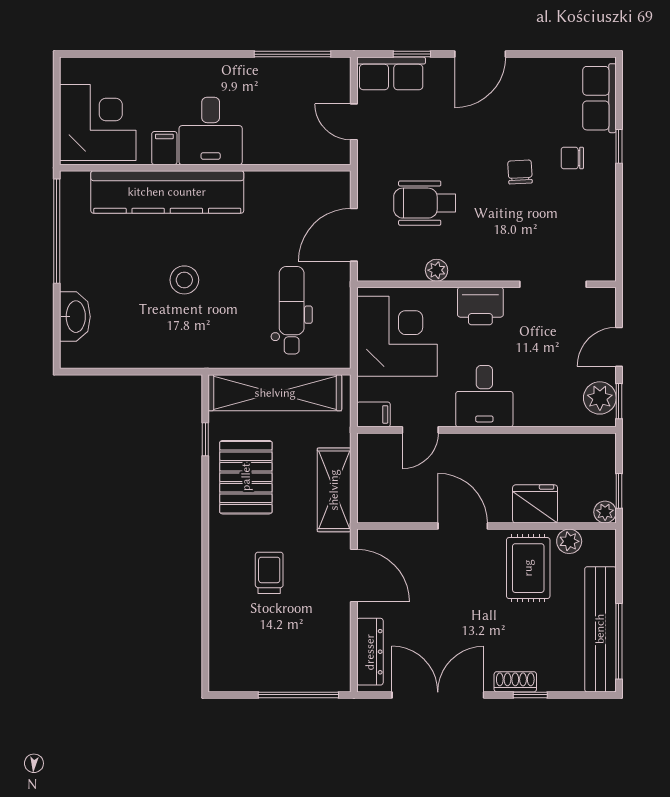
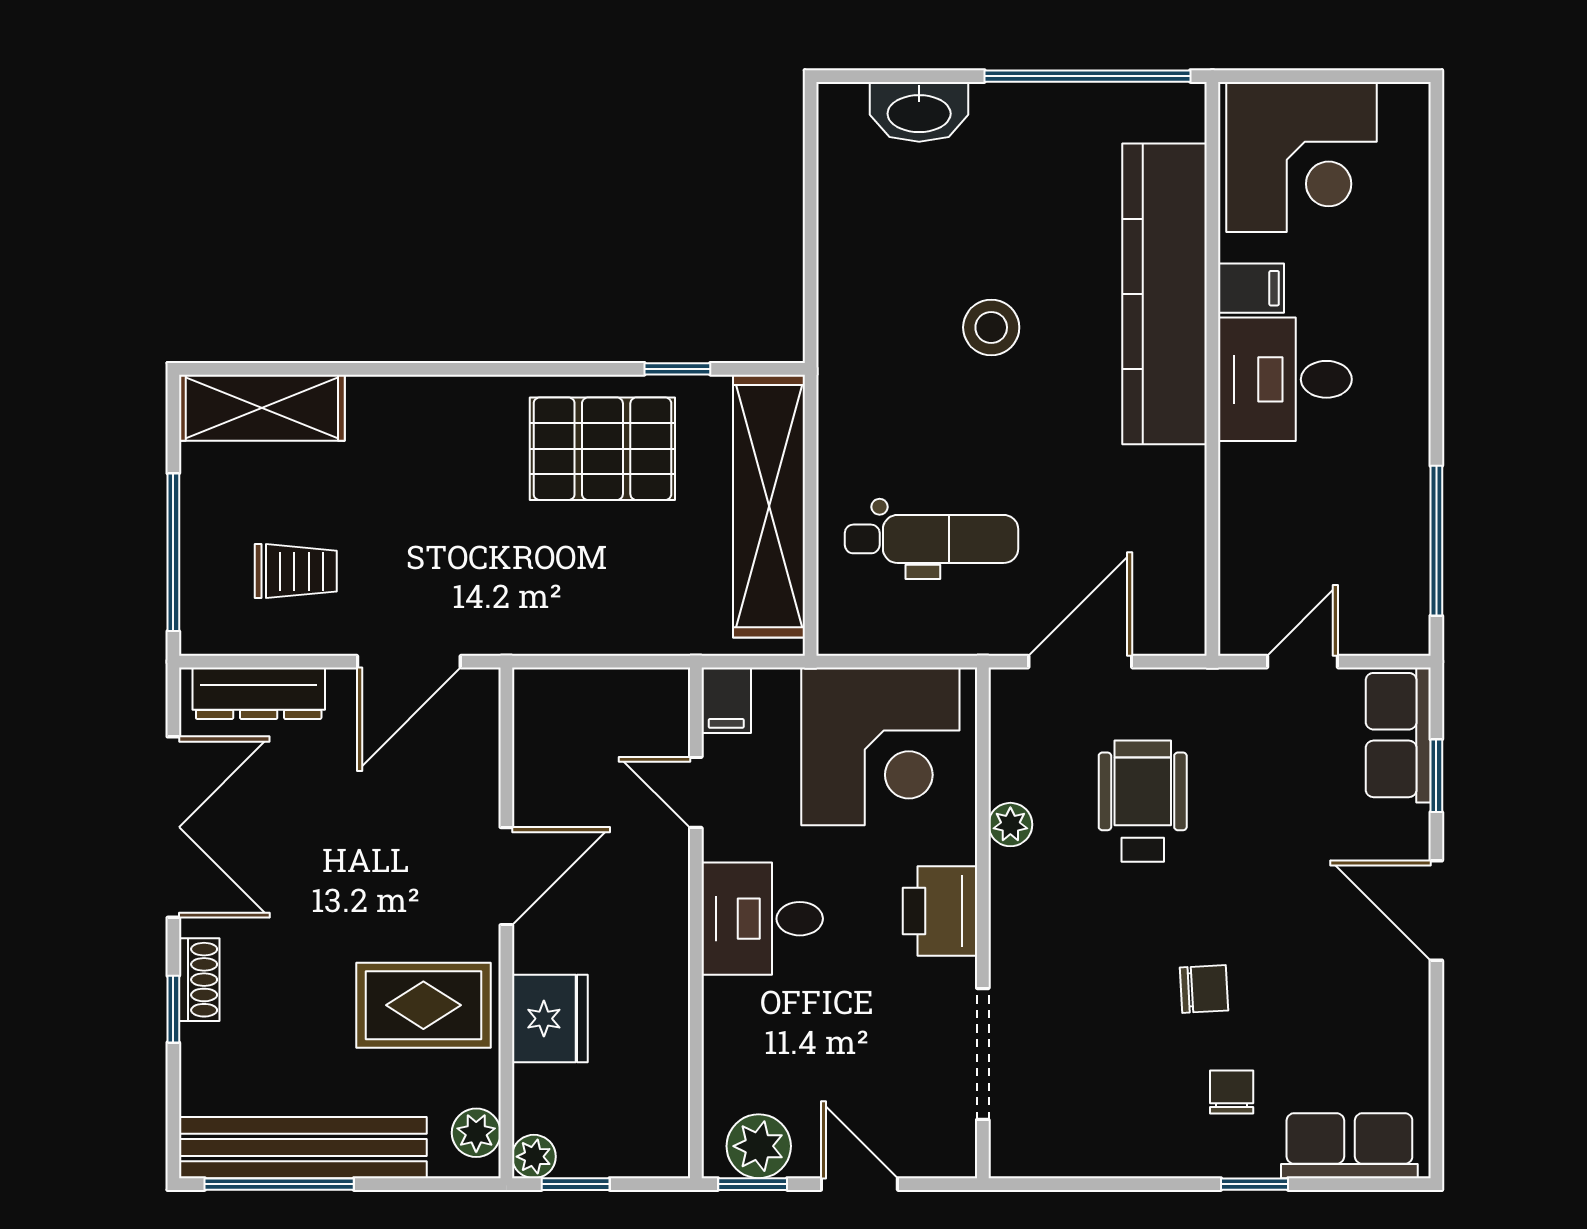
door: (354, 235) -> (1080, 662), hinge flipped
shelving: (334, 490) -> (262, 408), moved
plant: (569, 541) -> (476, 1133), moved
trolley: (269, 573) -> (296, 571), moved

